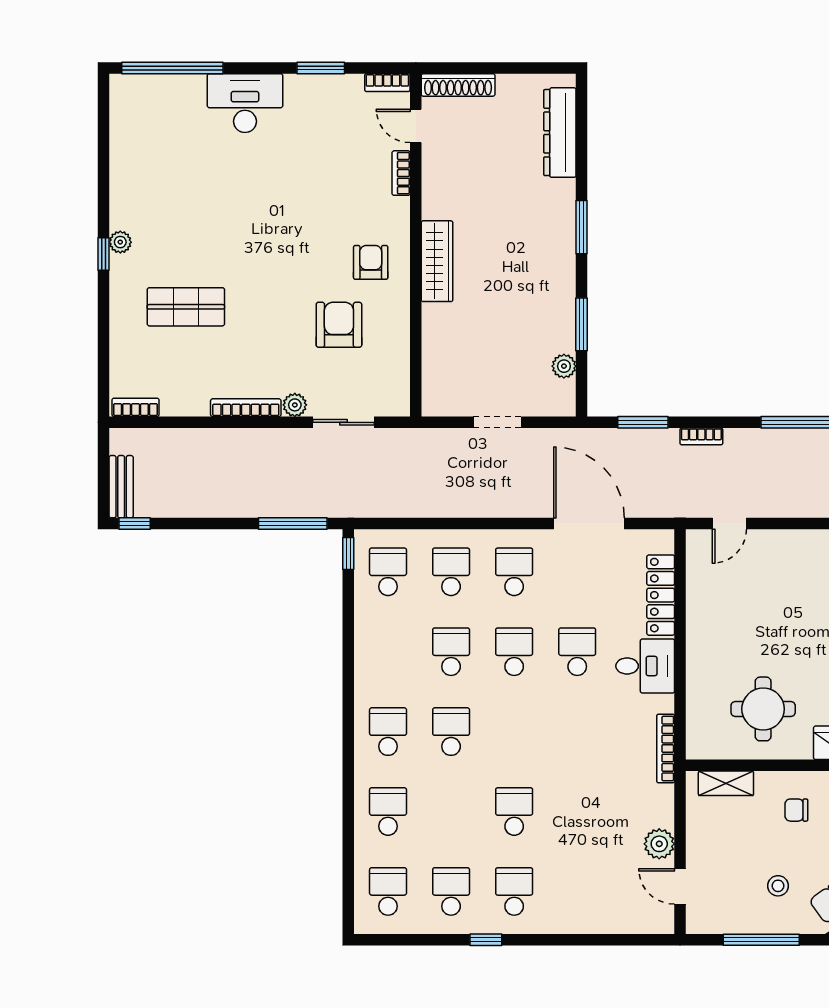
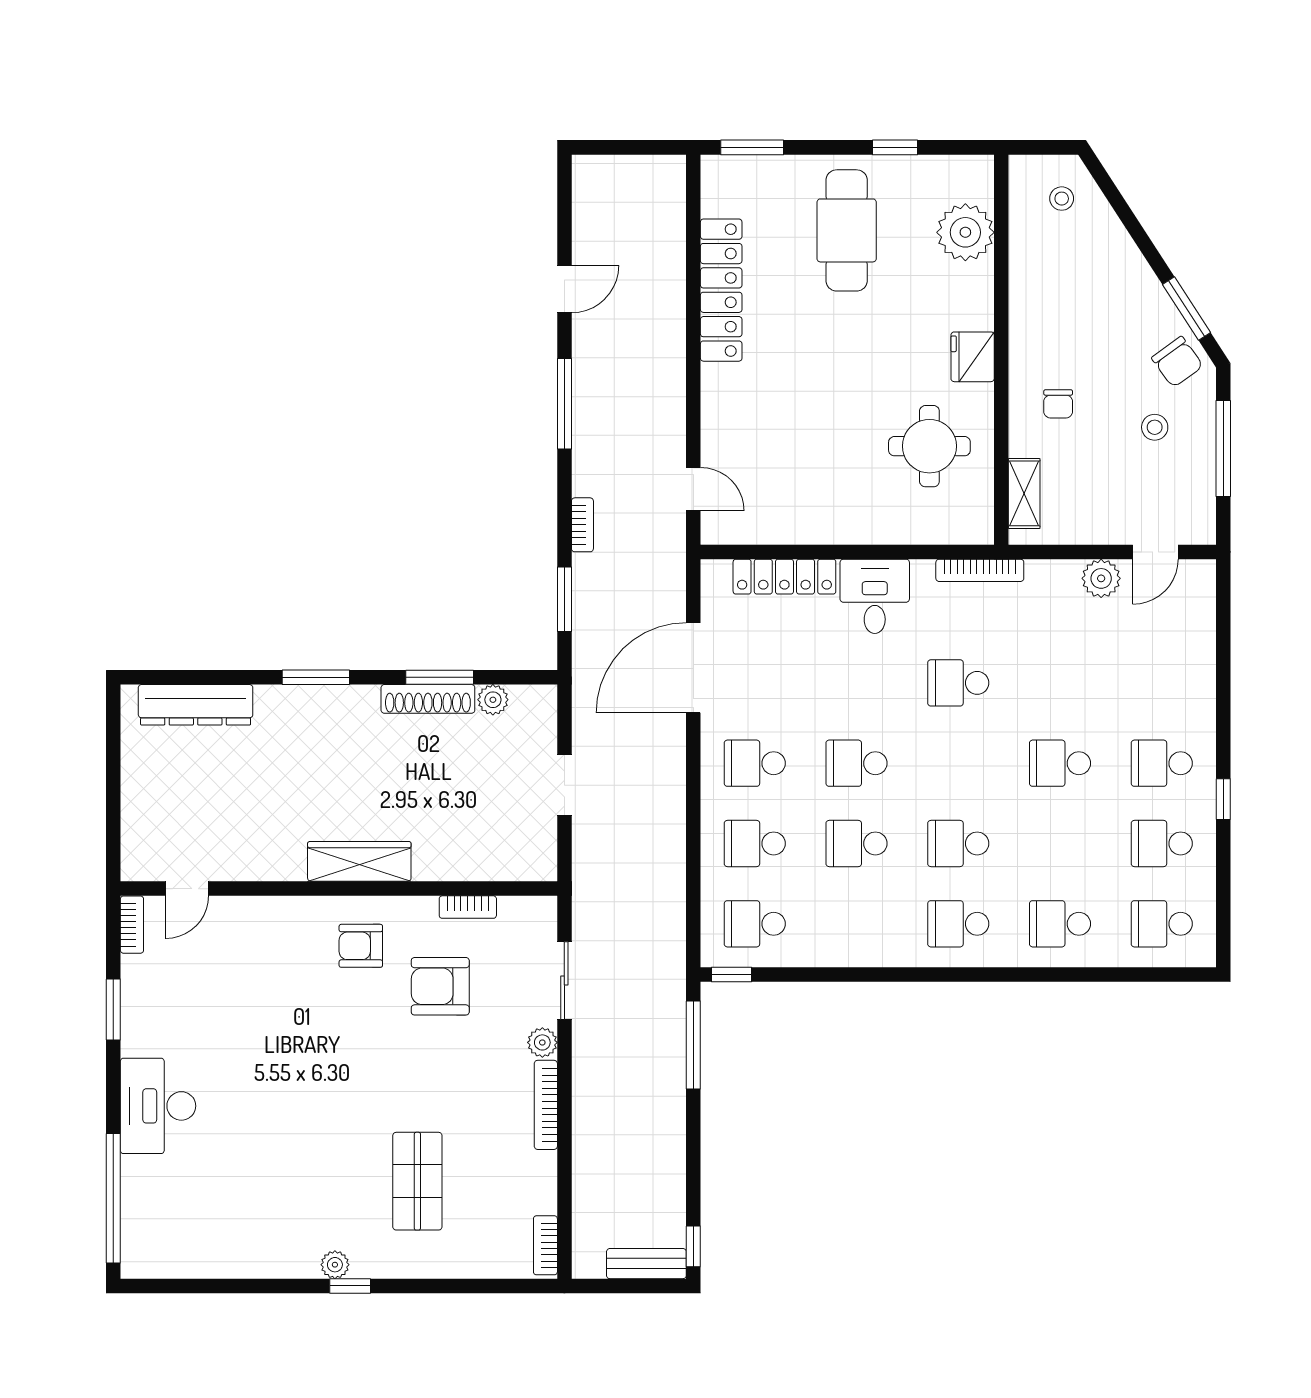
shoe rack: (458, 85) -> (428, 699), moved, turned 90
bookcase: (401, 173) -> (468, 907), moved
school desk: (577, 652) -> (958, 683), moved

